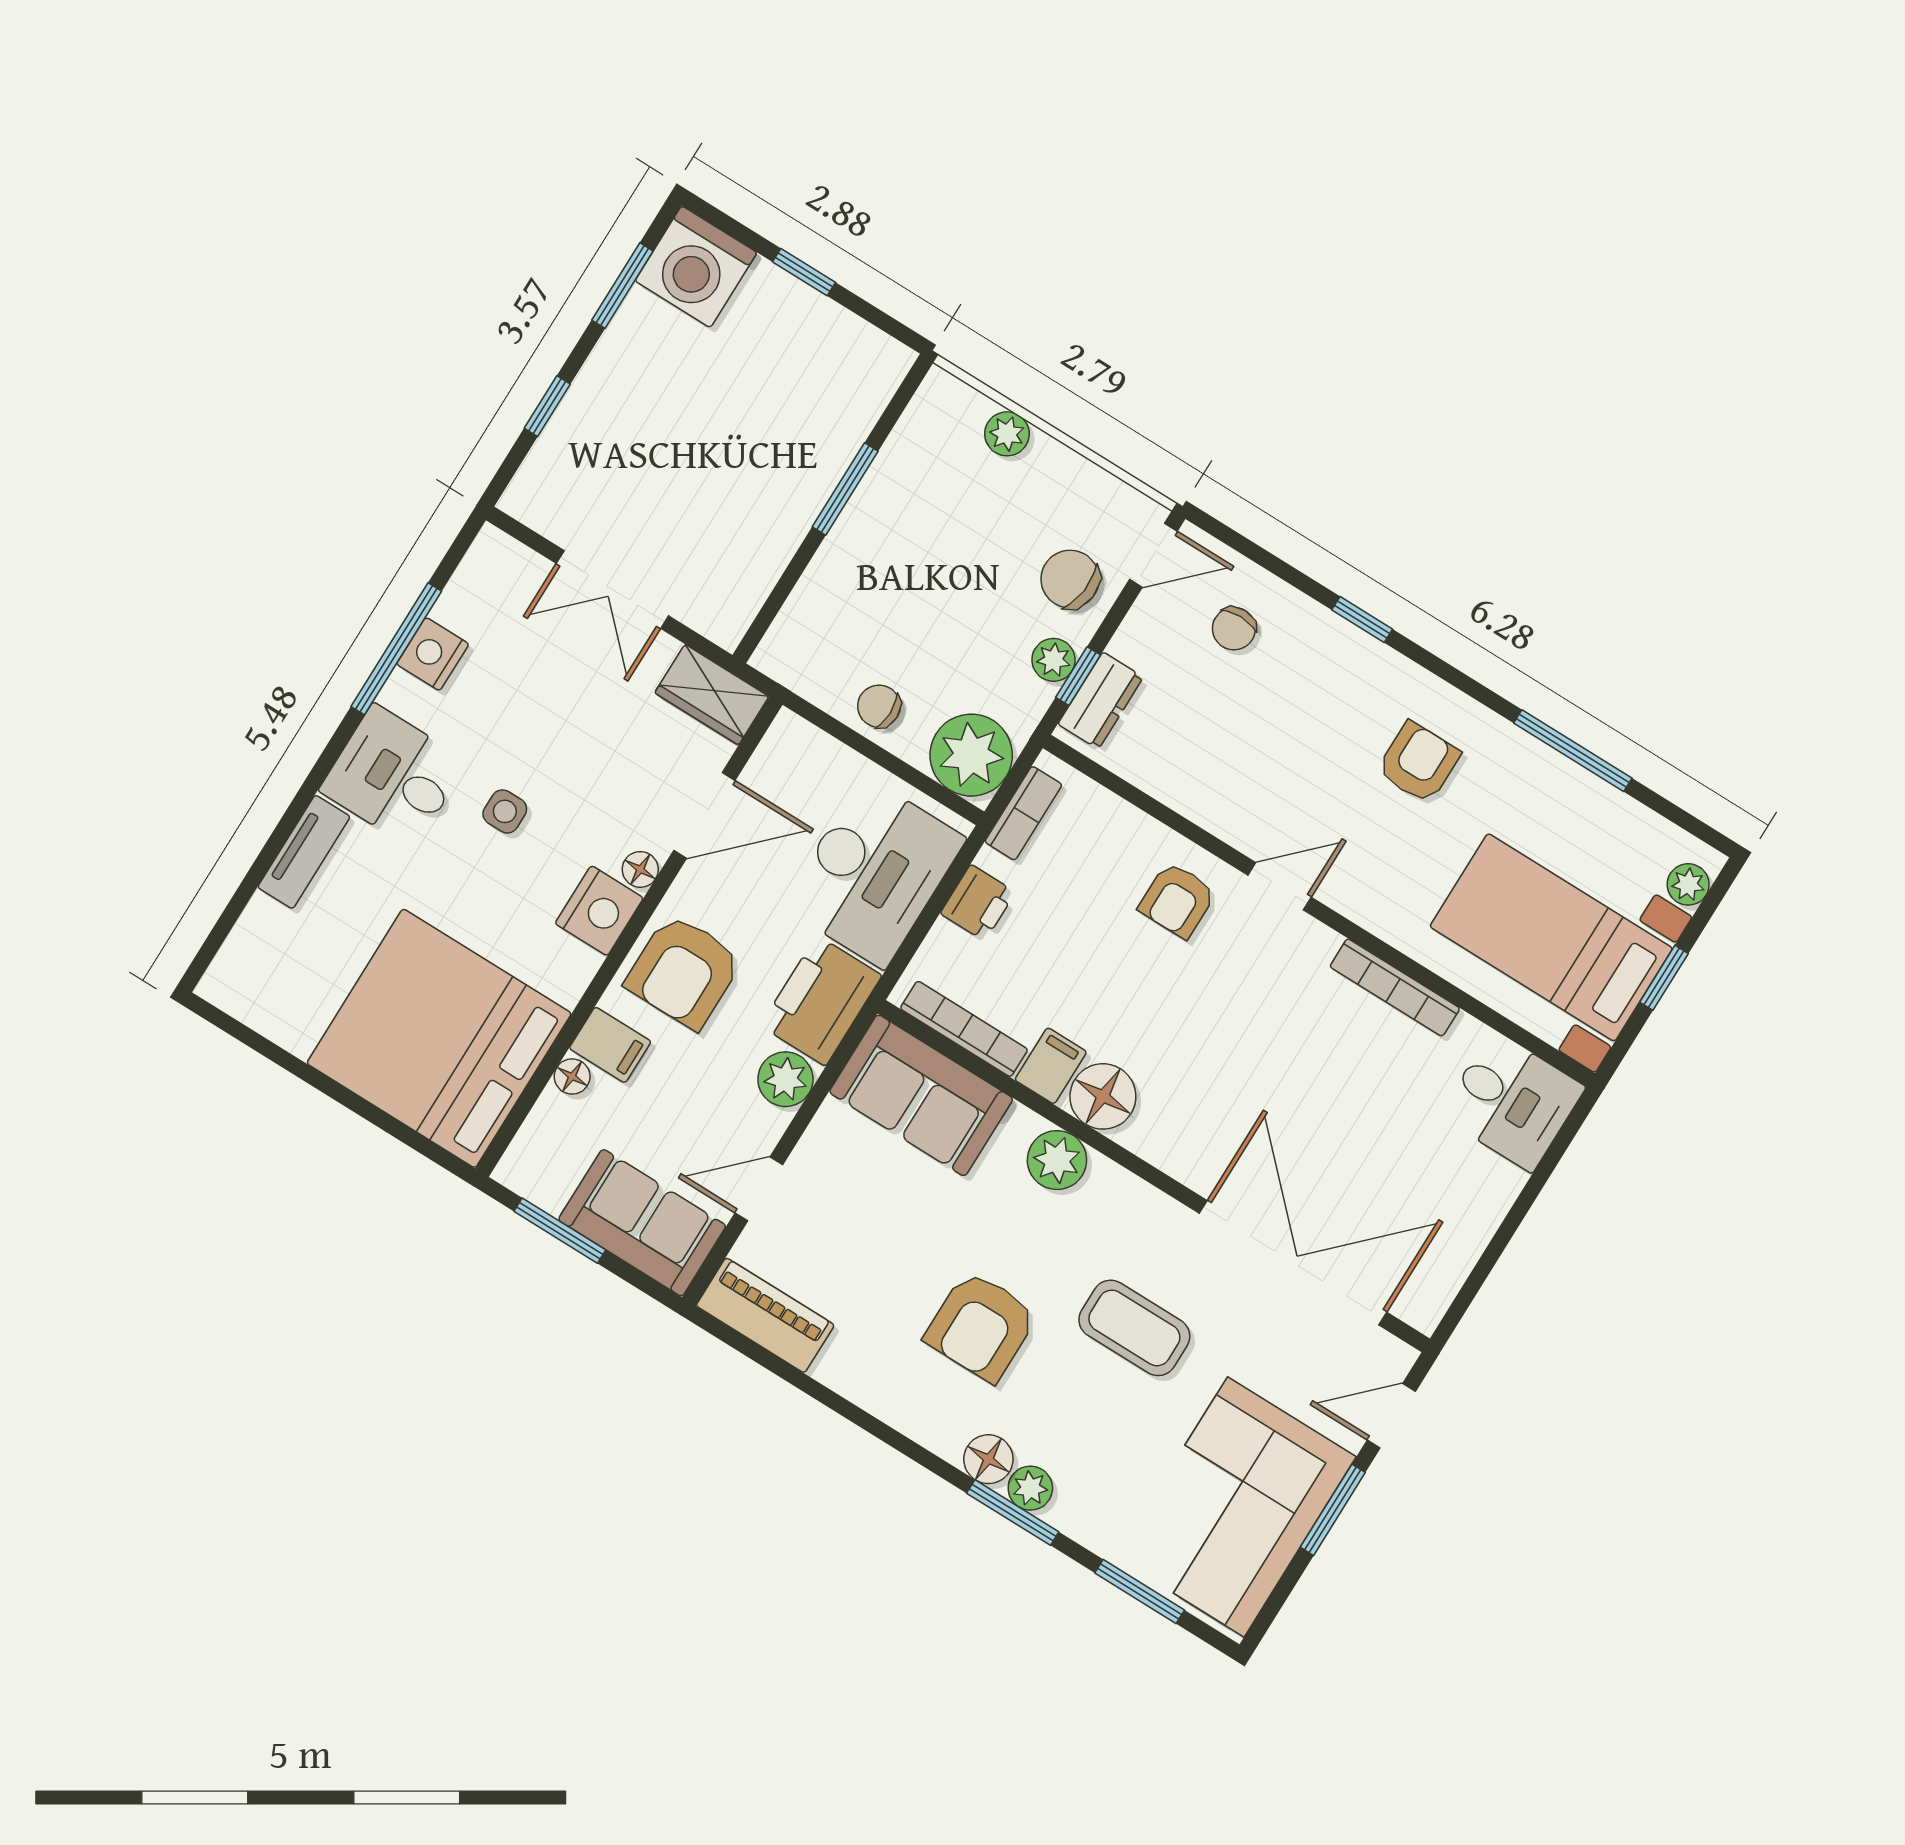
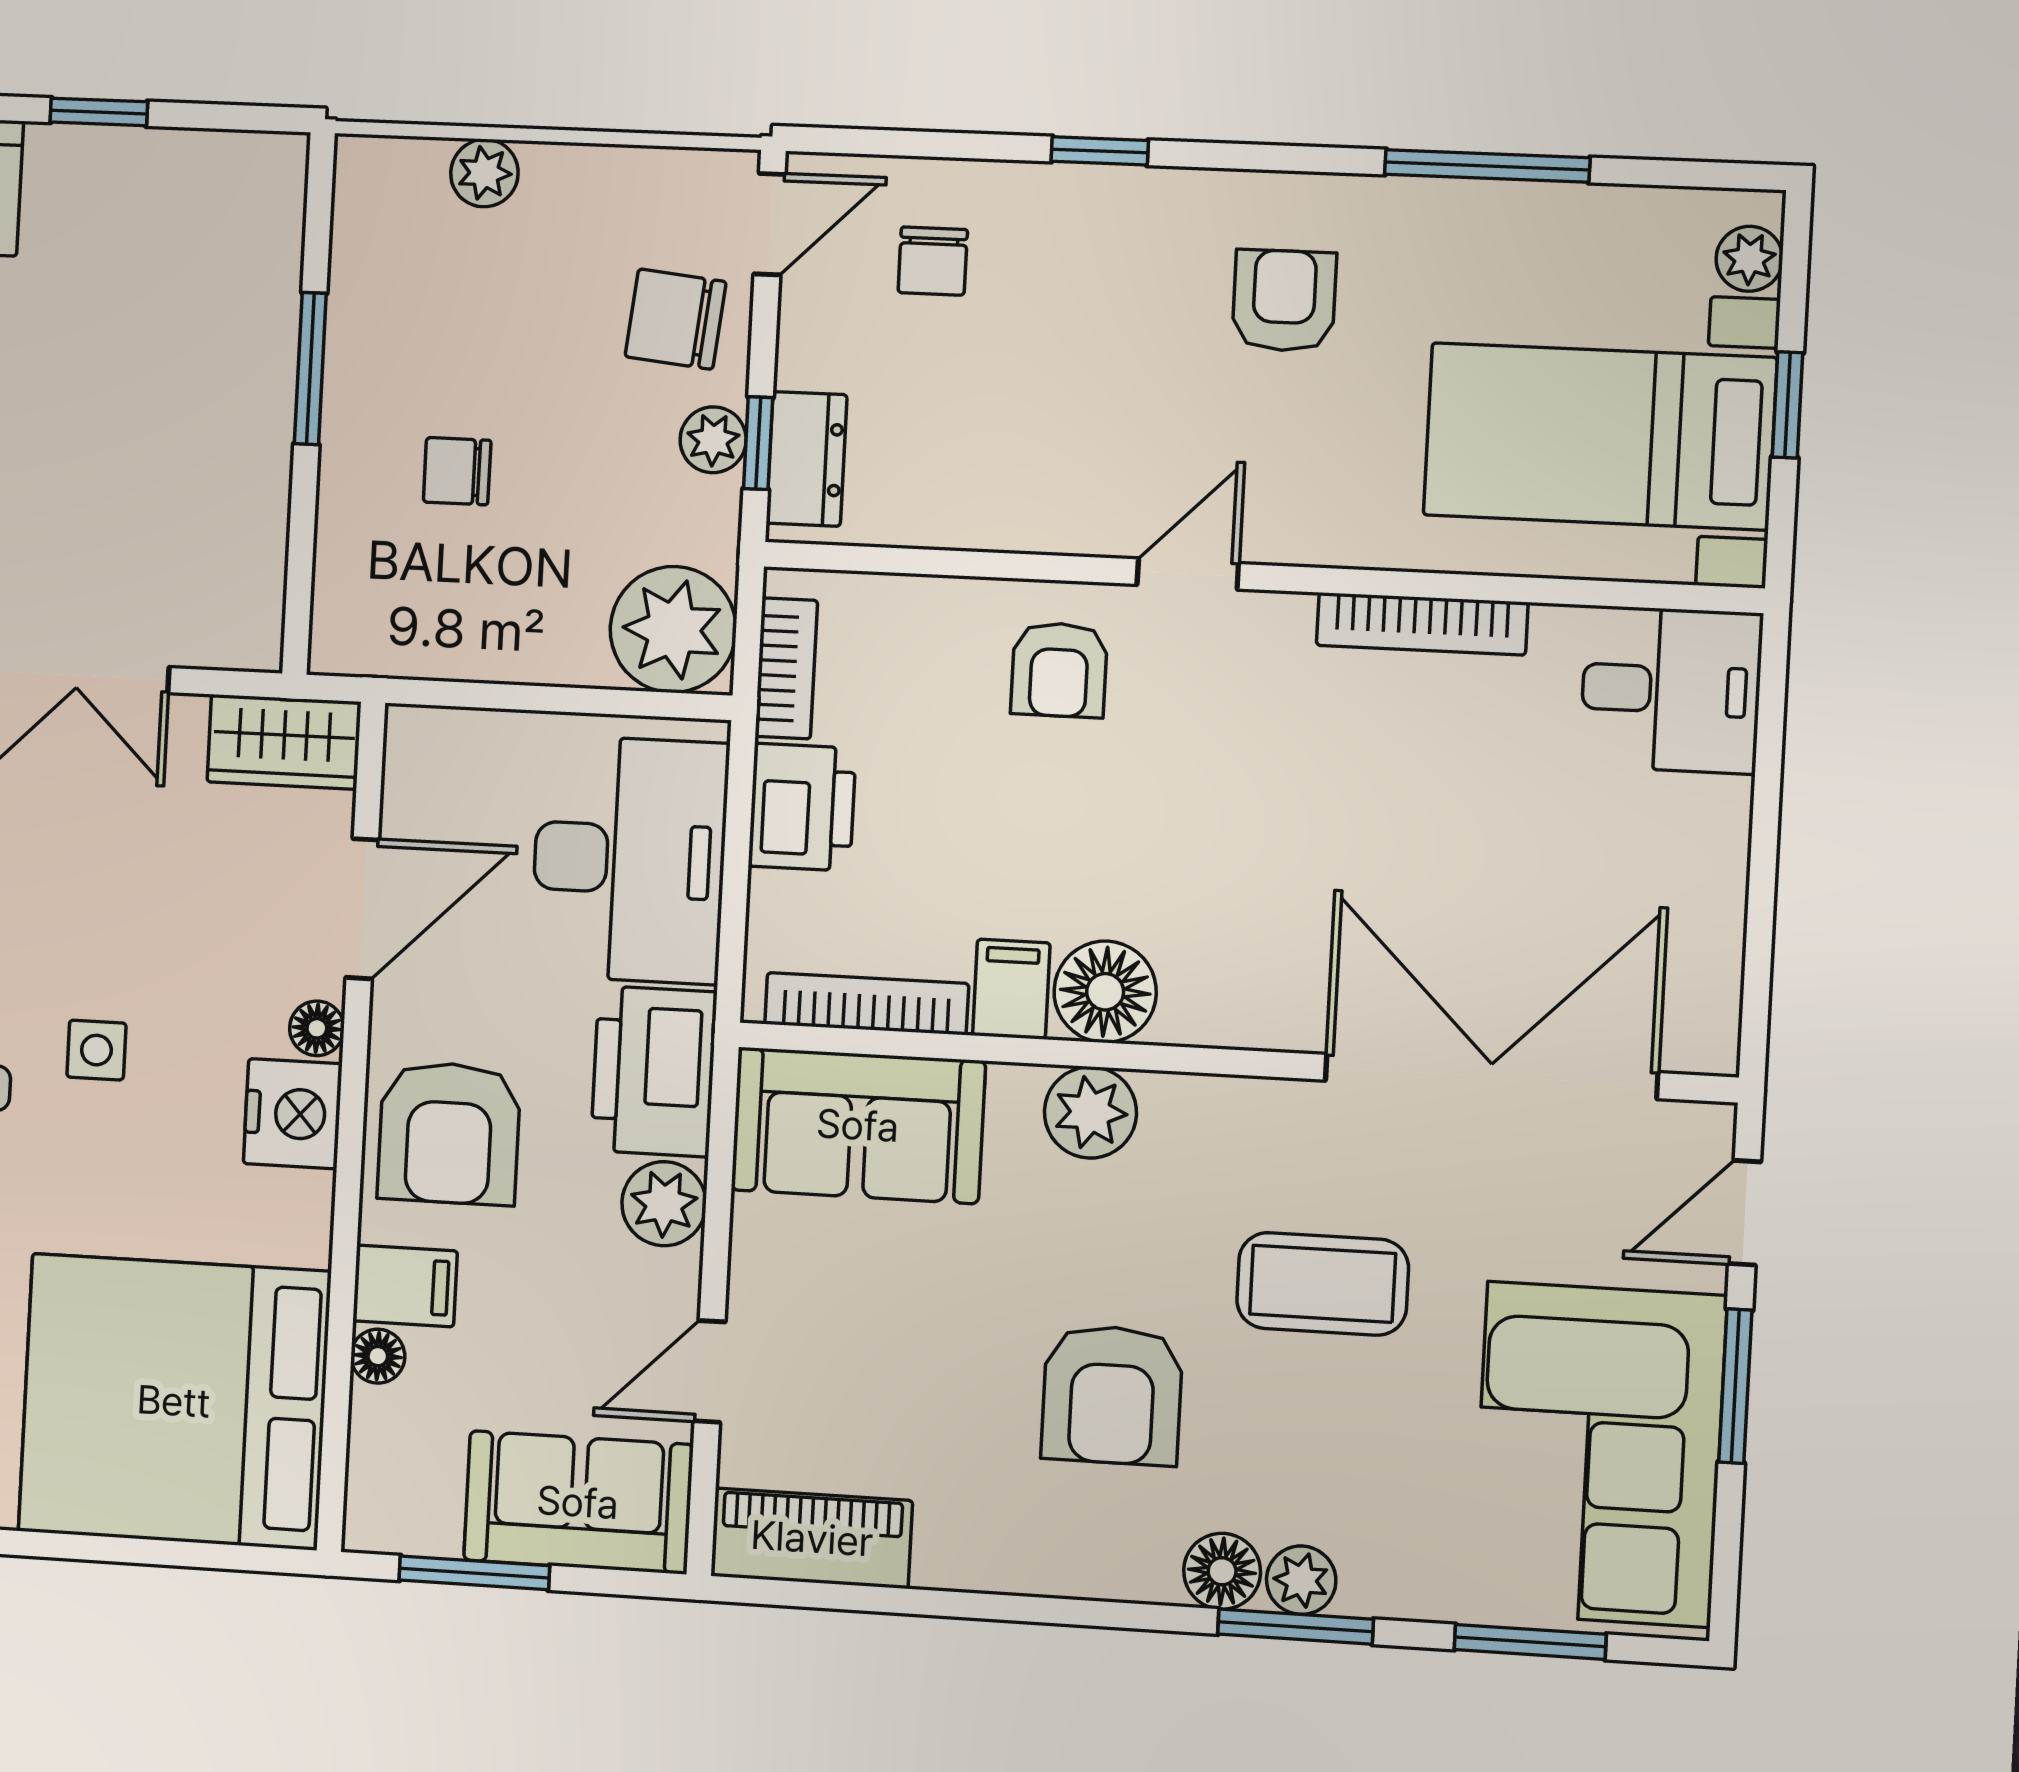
chair: (879, 706) -> (457, 471), moved
printer: (978, 903) -> (802, 807), width x1.36, depth x1.24

